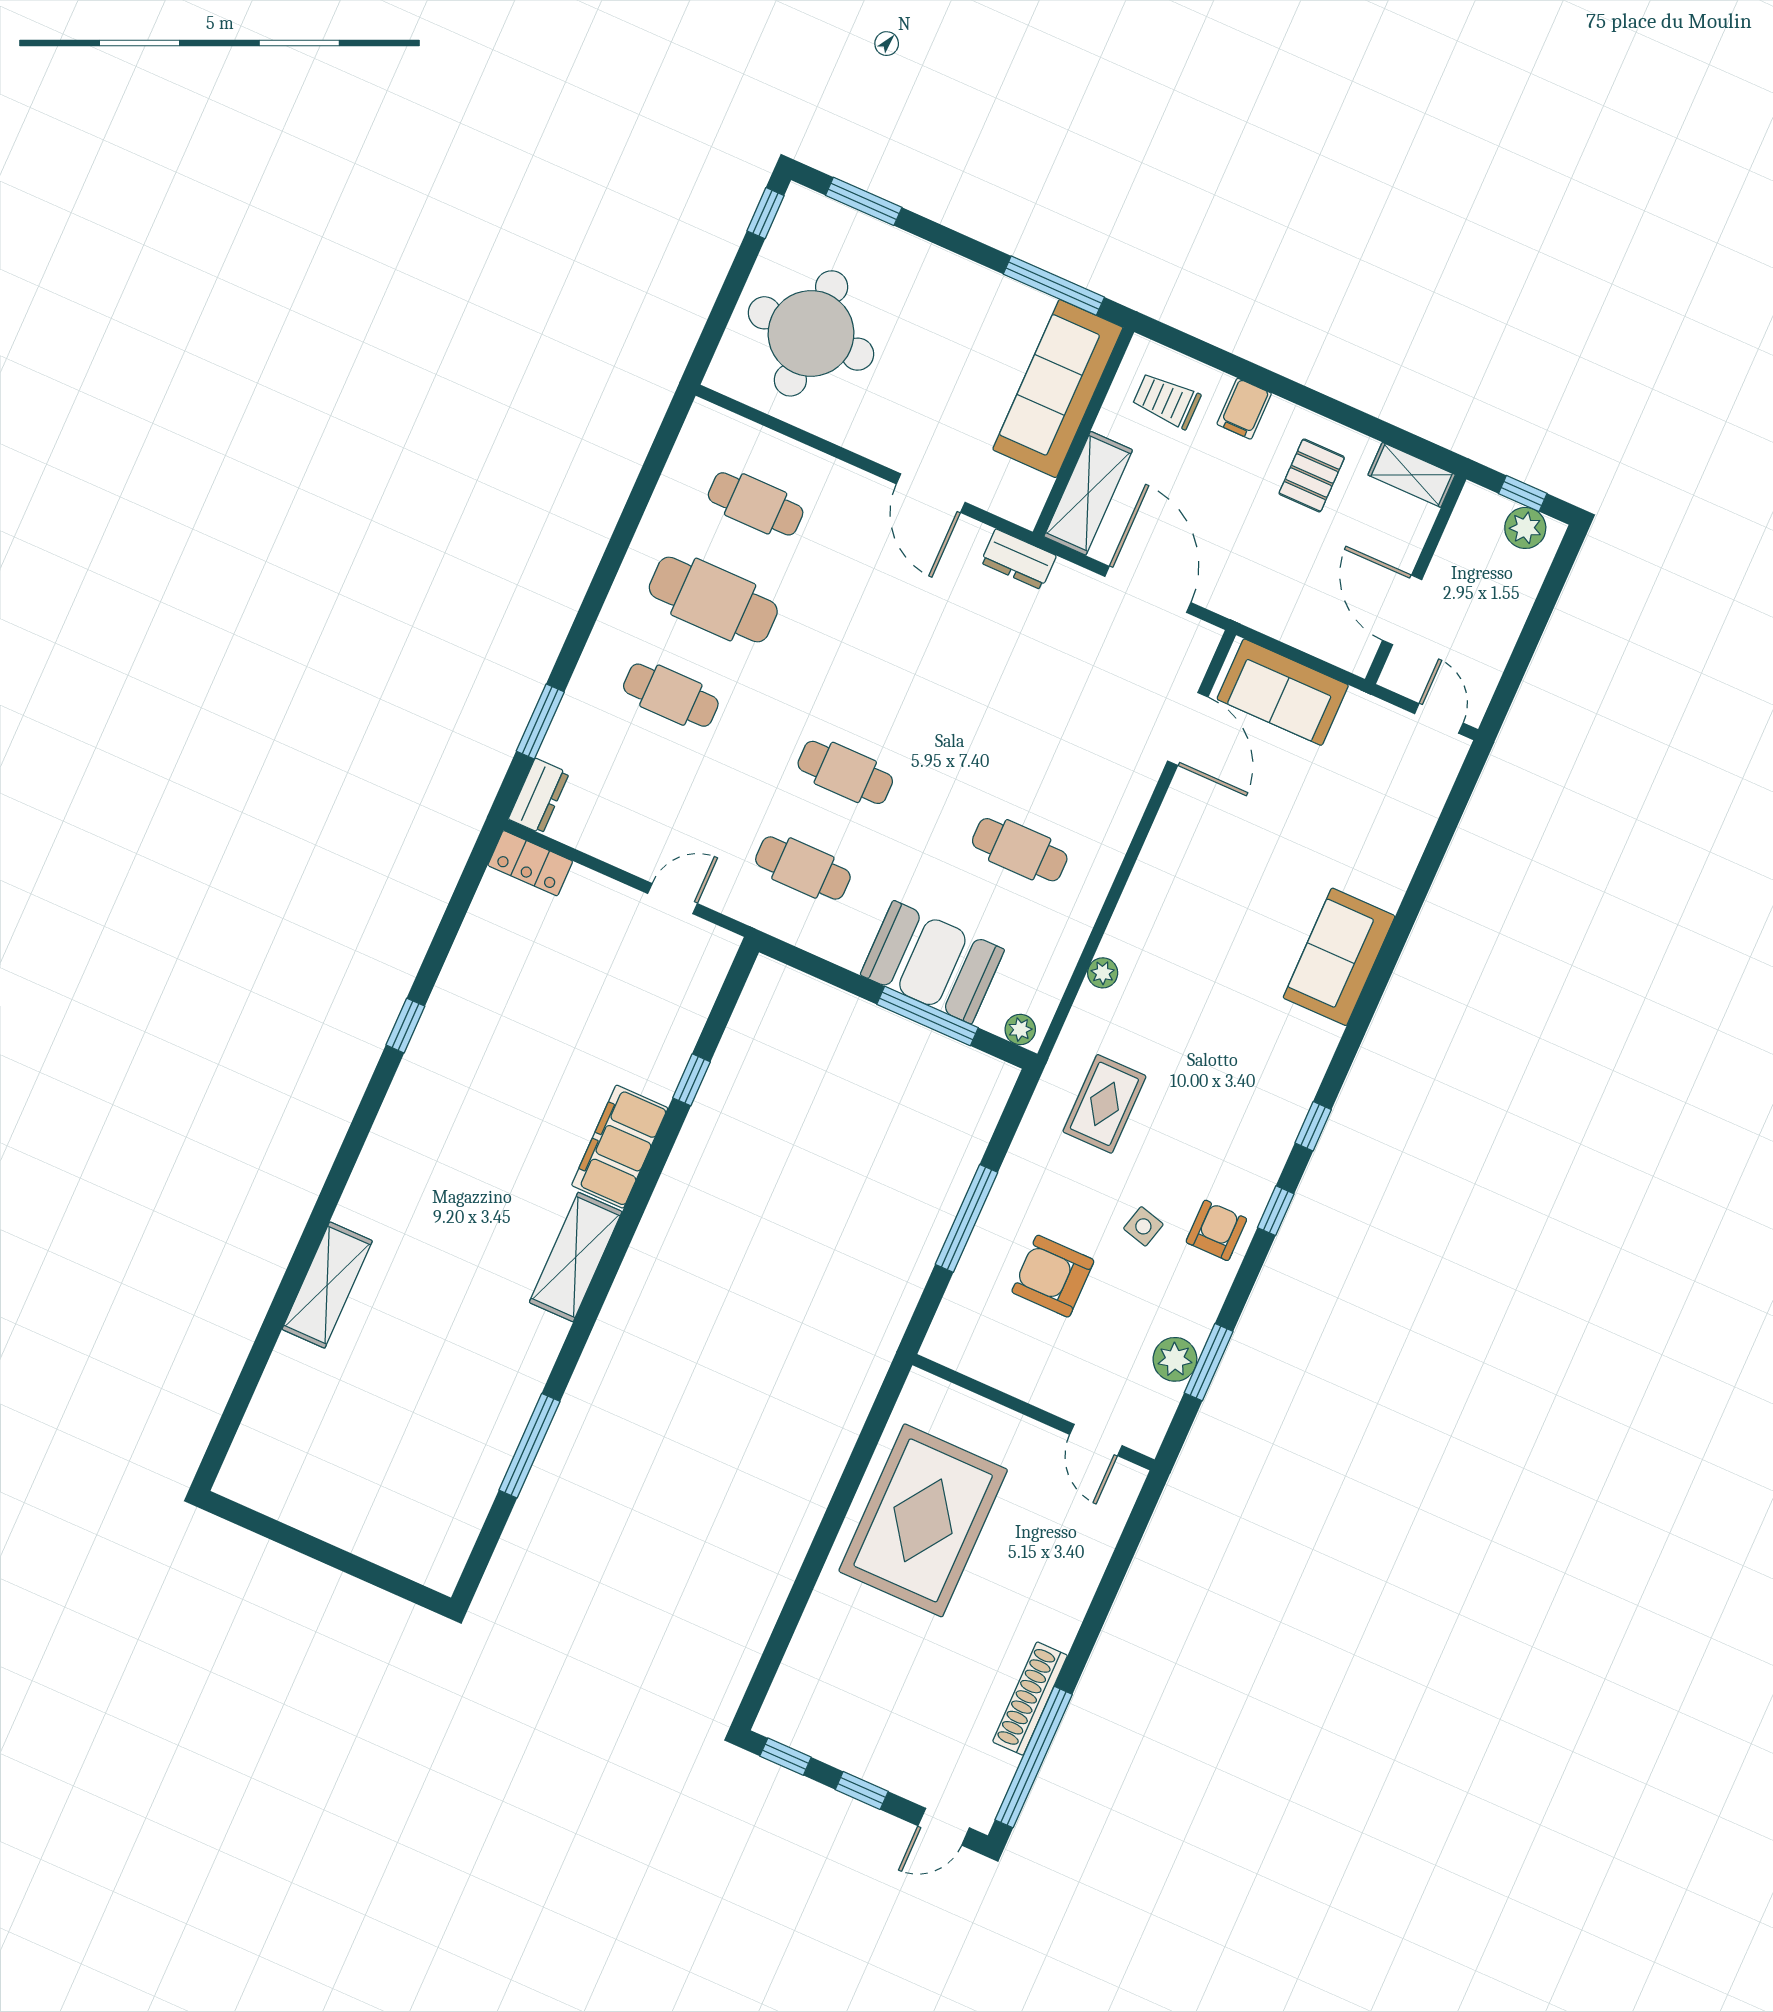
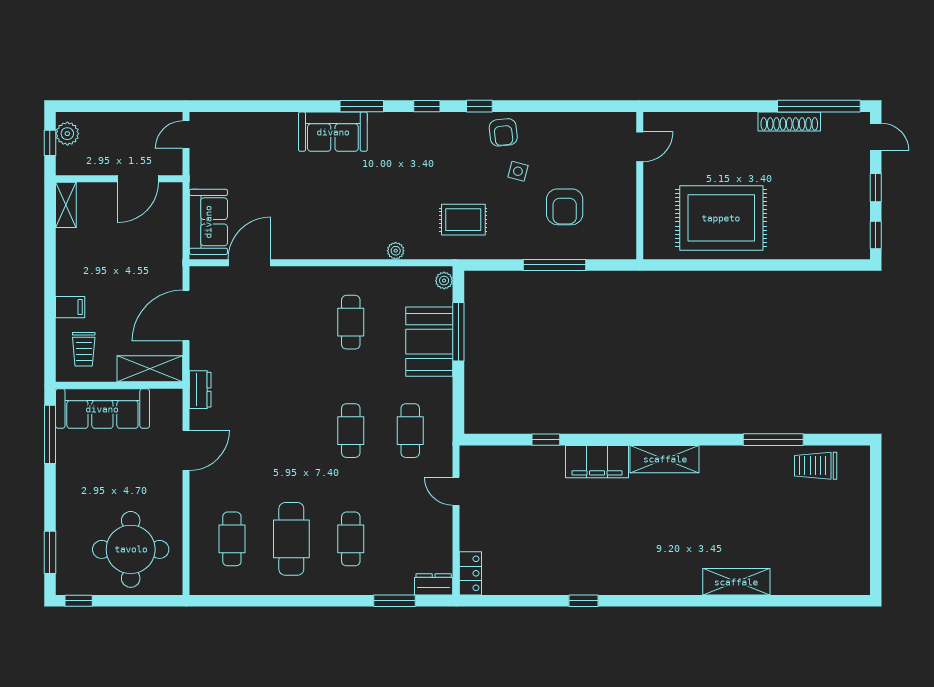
pallet: (1312, 475) -> (89, 257), removed
armchair: (1216, 1230) -> (503, 132), turned -96
plant: (1175, 1359) -> (580, 124), removed
window: (1209, 1362) -> (362, 106), moved
trolley: (457, 1495) -> (816, 466), added

